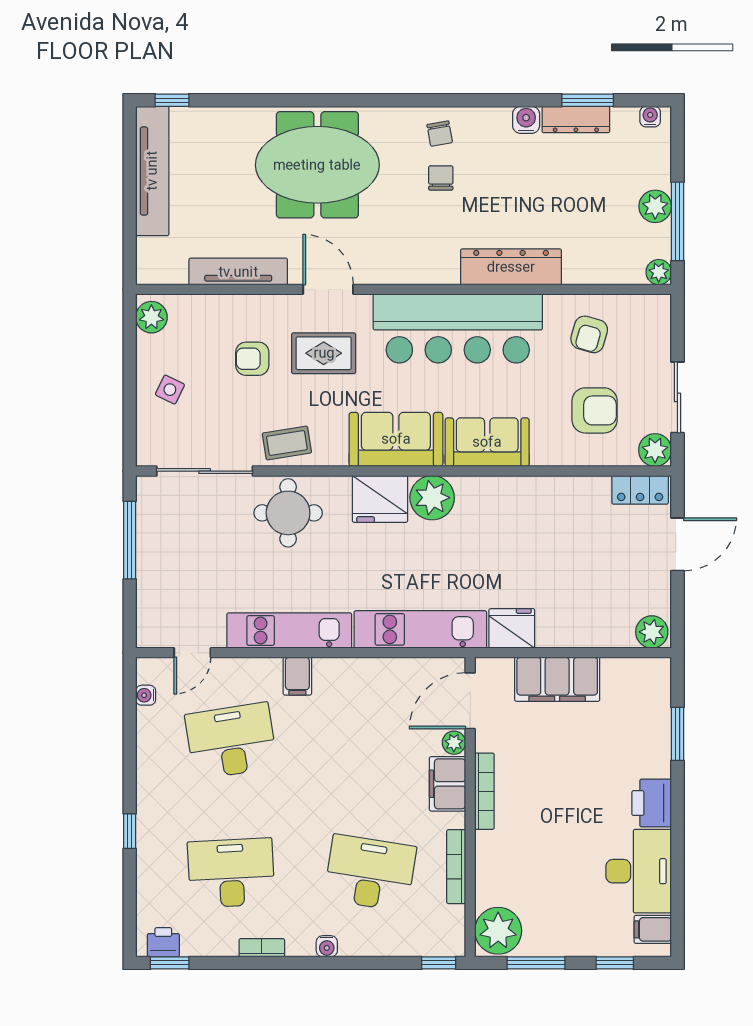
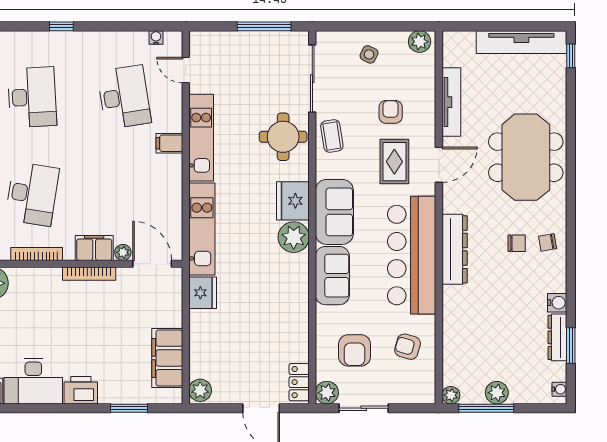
dresser: (511, 267) -> (455, 249), moved
filing cabinet: (557, 679) -> (167, 358), moved

